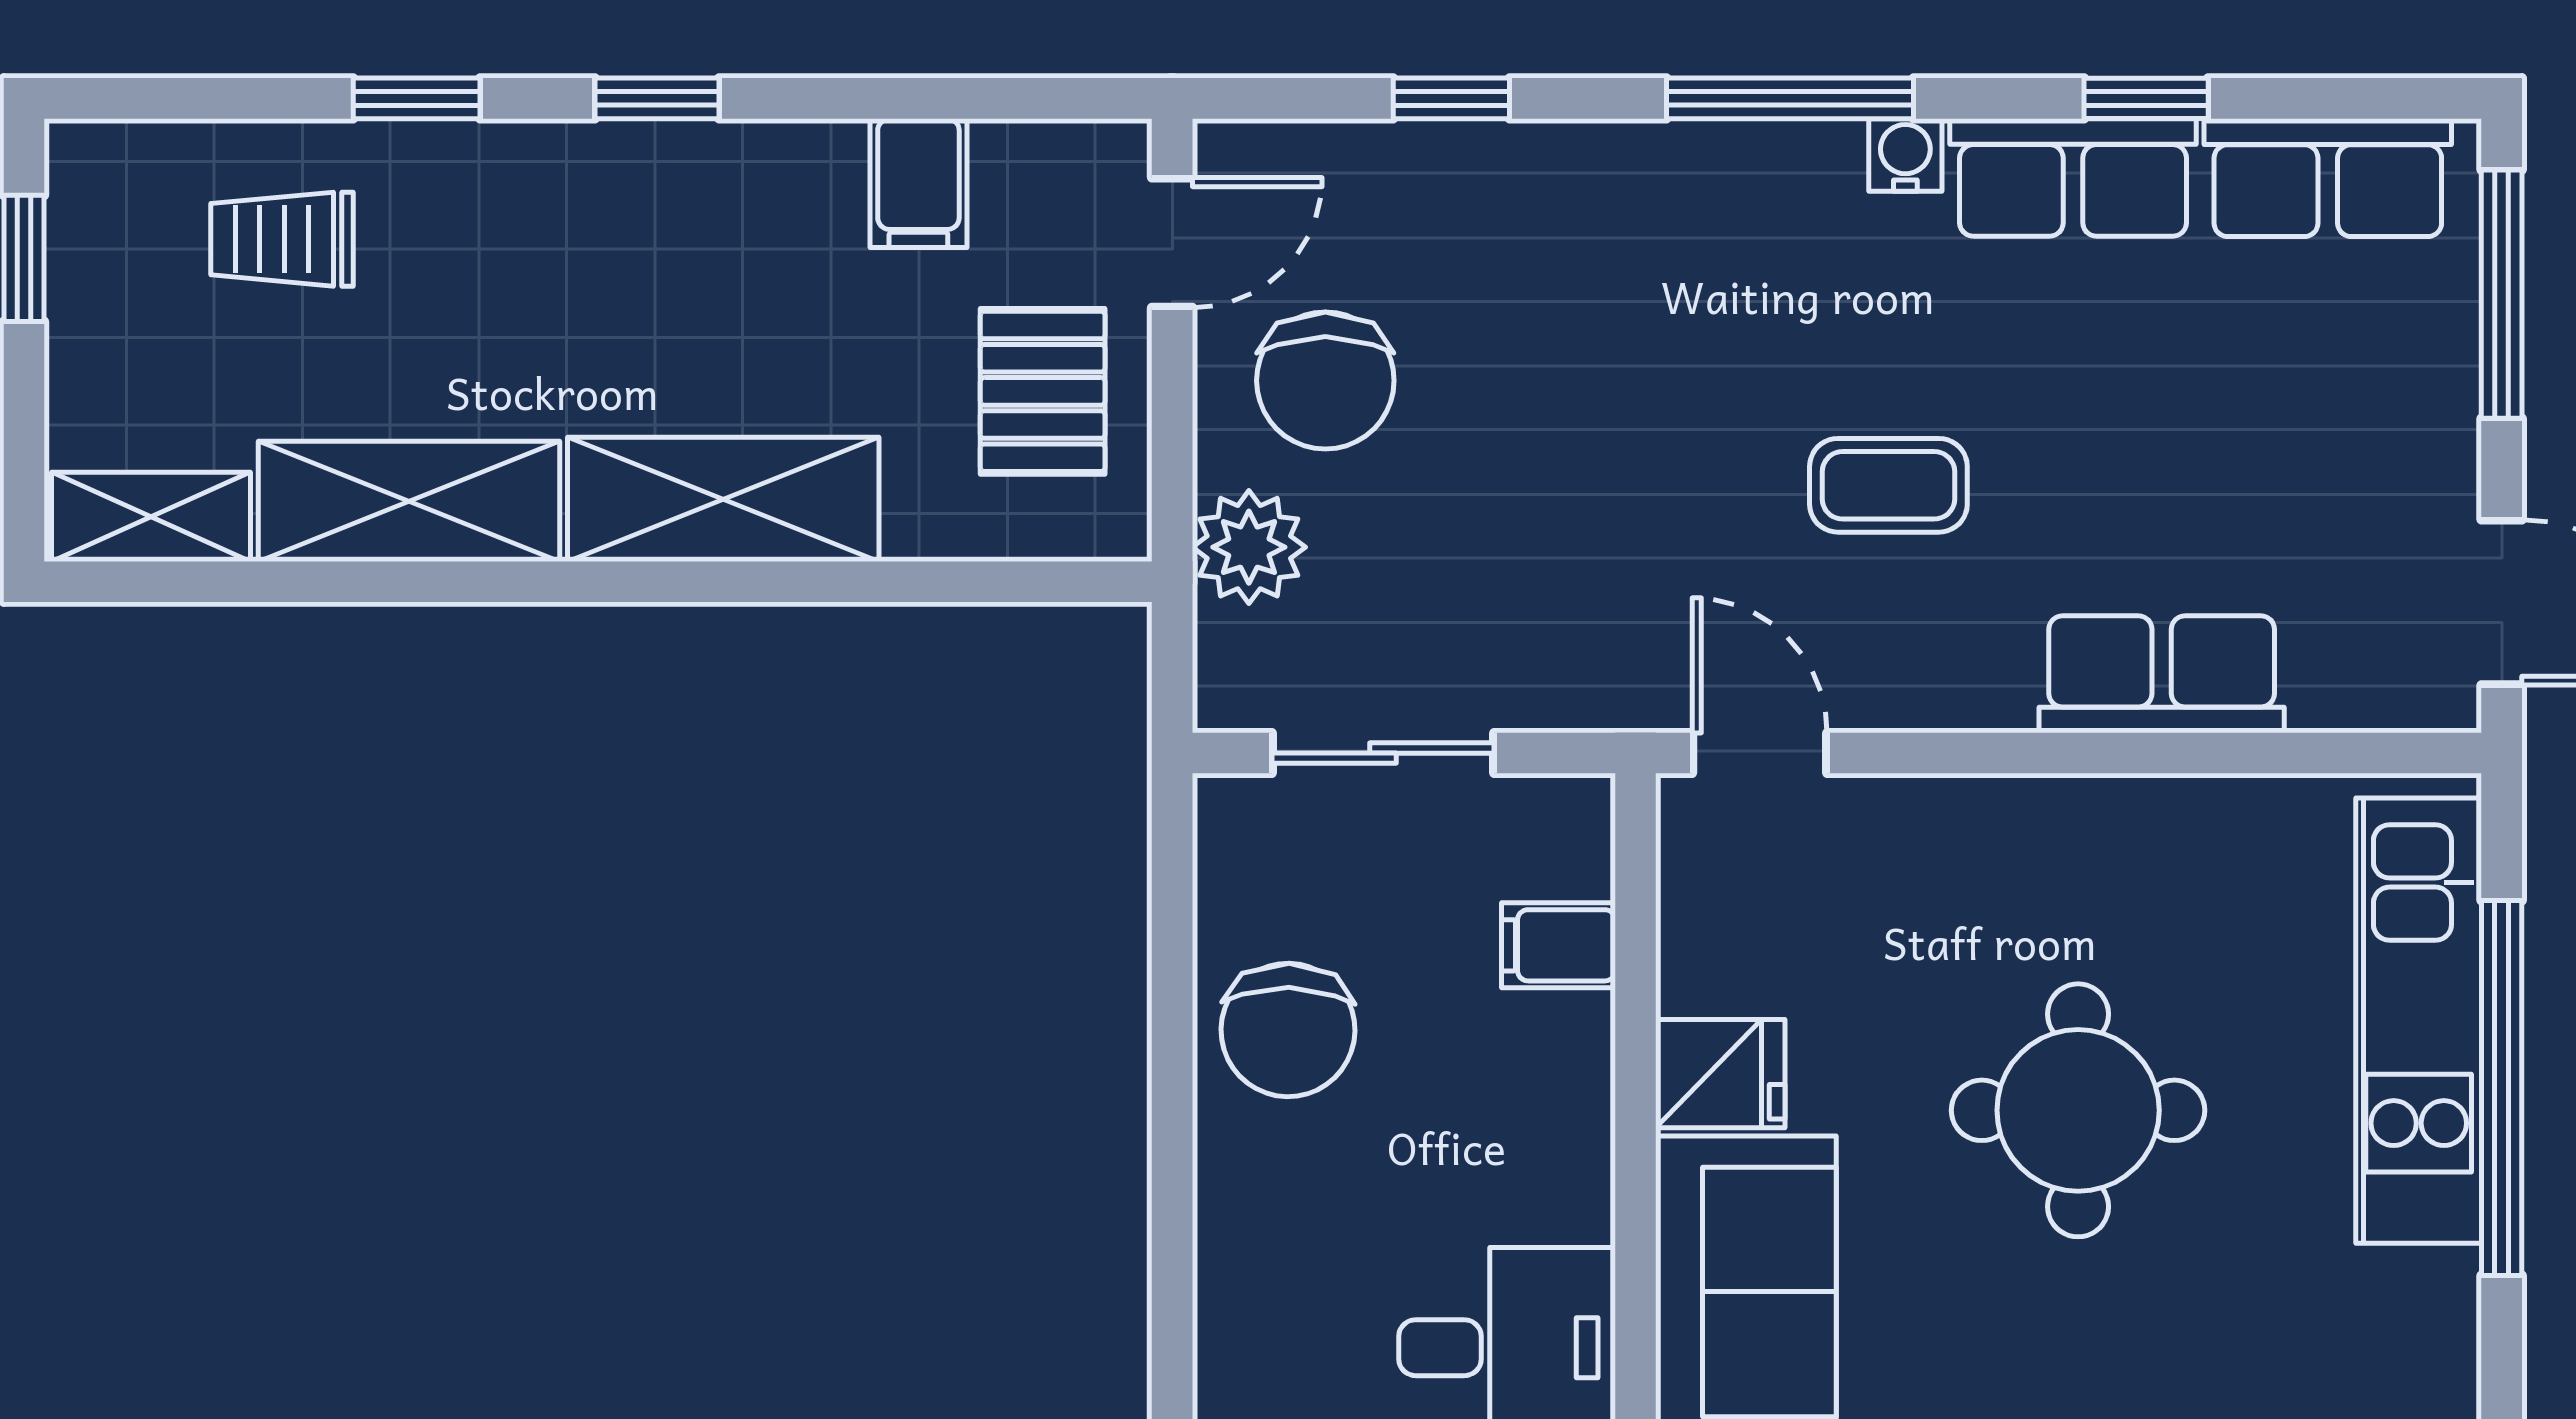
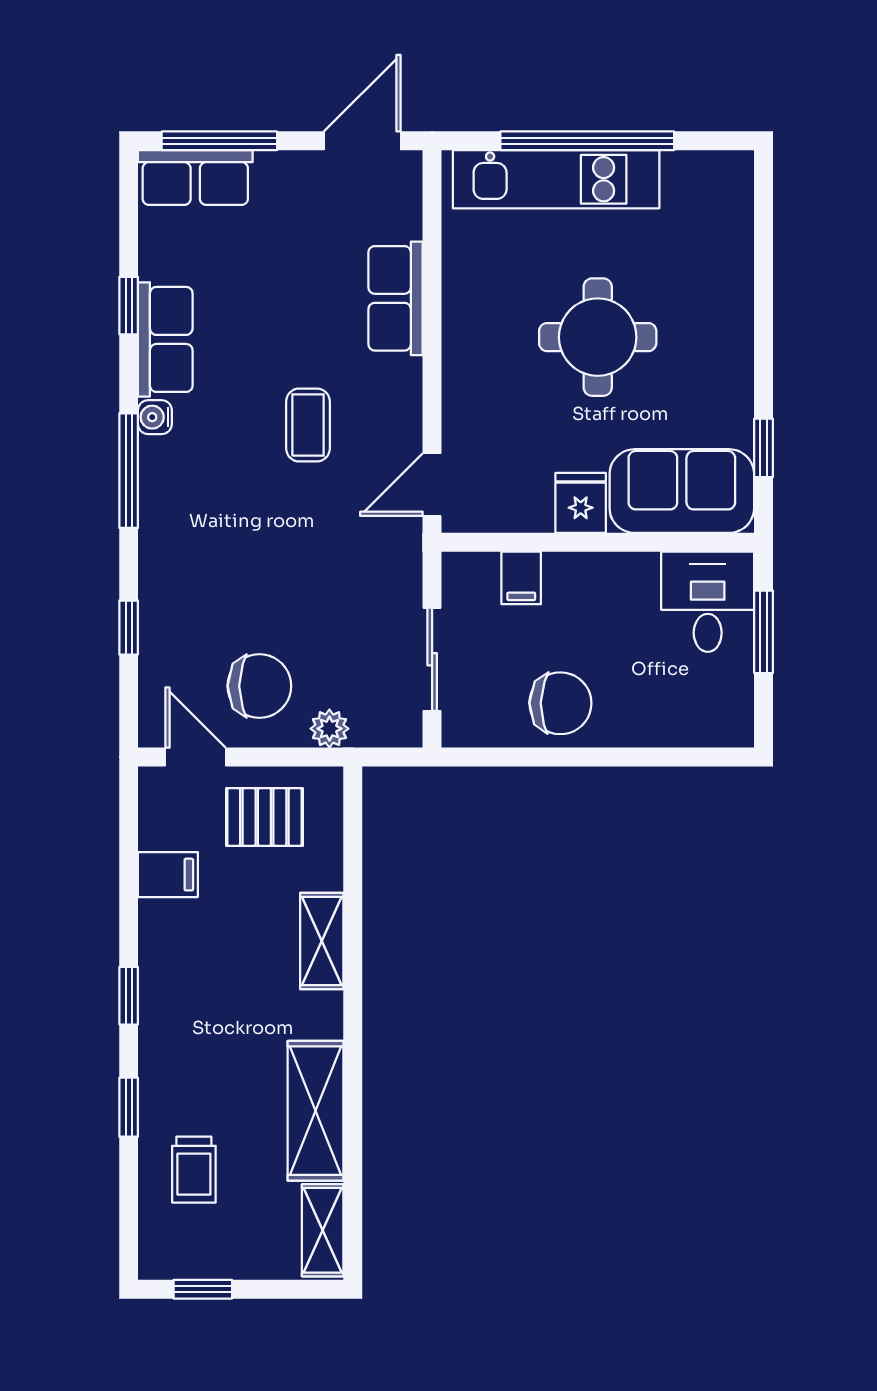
row of seats: (2328, 178) -> (195, 177), moved, turned 90
shelving: (723, 499) -> (322, 941), width x0.67, depth x0.75
plant: (1249, 547) -> (329, 729), width x0.73, depth x0.73

